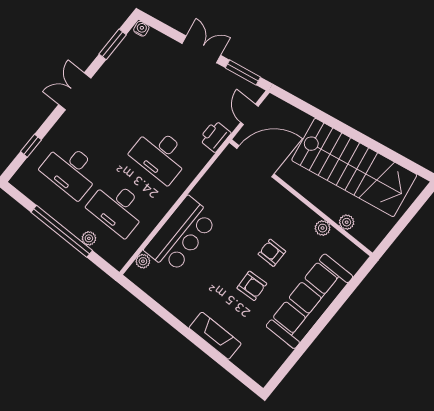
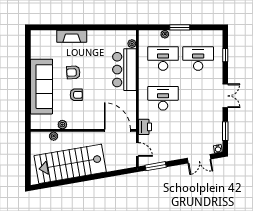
double door: (201, 49) -> (199, 159), moved
door: (255, 161) -> (117, 130), swing flipped
window: (62, 231) -> (180, 27), width x0.47

